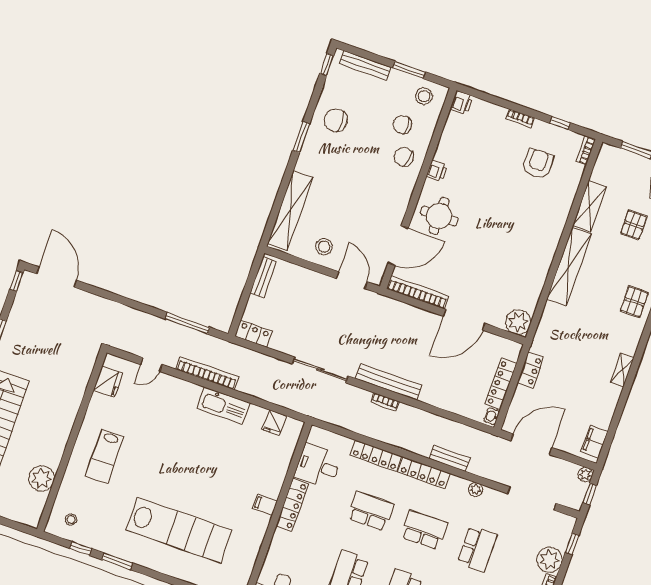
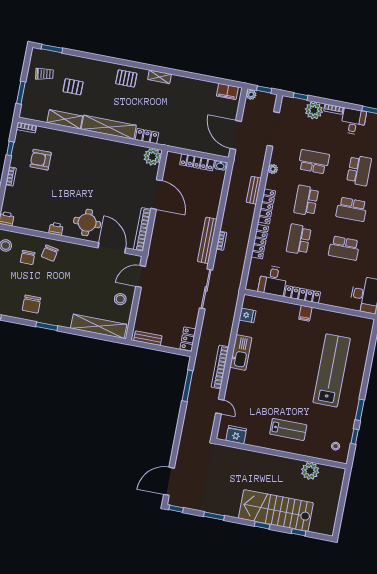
locker: (531, 370) -> (147, 136), moved
shelving: (622, 370) -> (159, 77), moved

